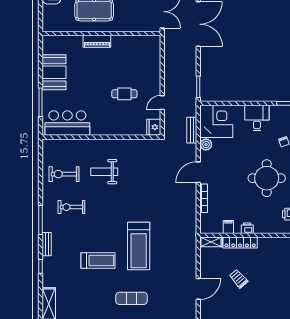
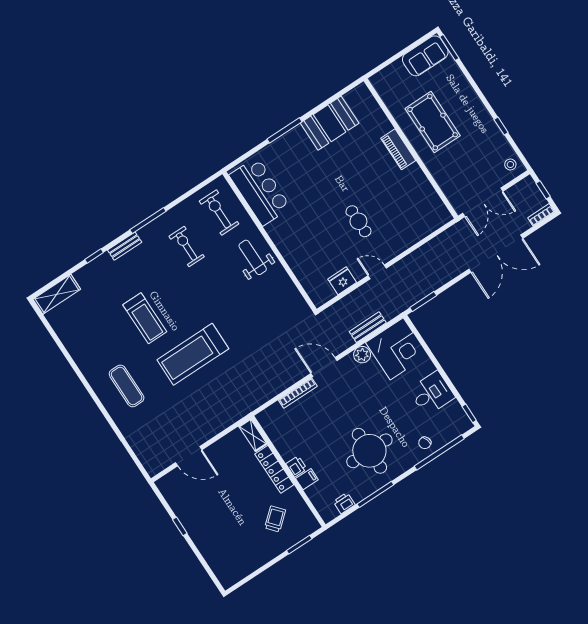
bar counter: (67, 123) -> (260, 191), moved
wall: (101, 137) -> (270, 242), moved
filing cabinet: (228, 227) -> (307, 479), moved
trolley: (239, 279) -> (275, 519), moved

